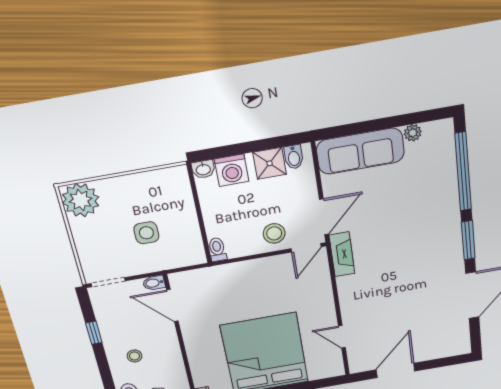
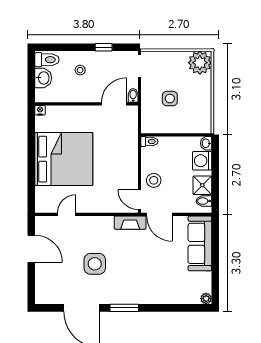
plant: (413, 133) -> (206, 299), moved
window: (463, 172) -> (174, 308), removed
side table: (408, 290) -> (95, 264), added

